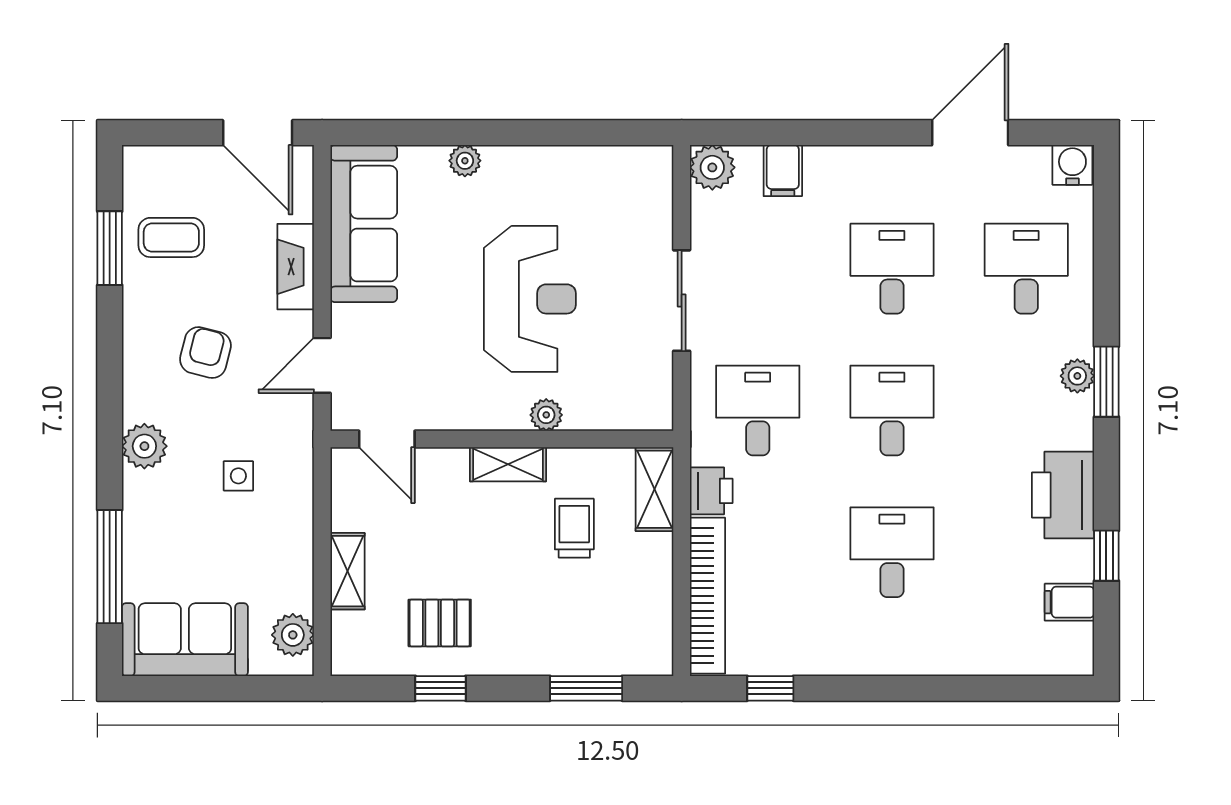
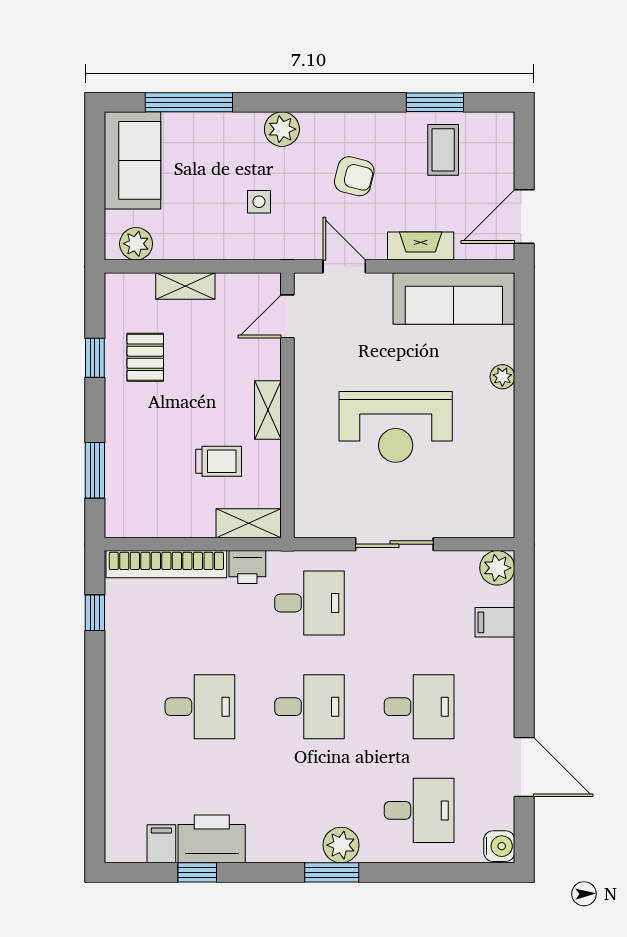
plant: (1077, 376) -> (341, 845), width x1.38, depth x1.38
plant: (546, 415) -> (306, 440), removed
printer: (1063, 495) -> (212, 839), moved

